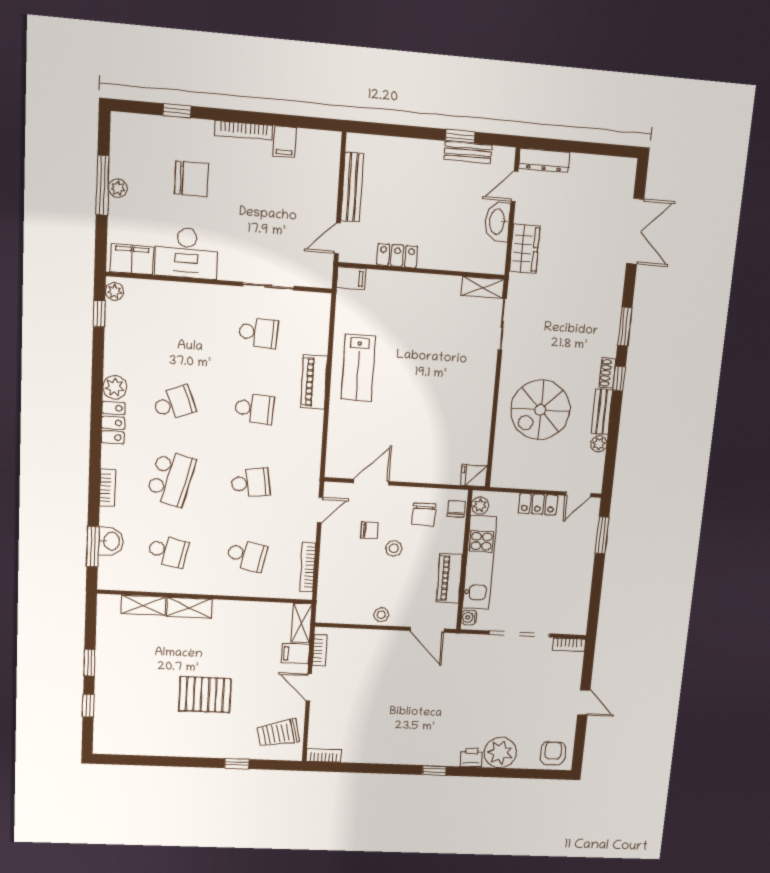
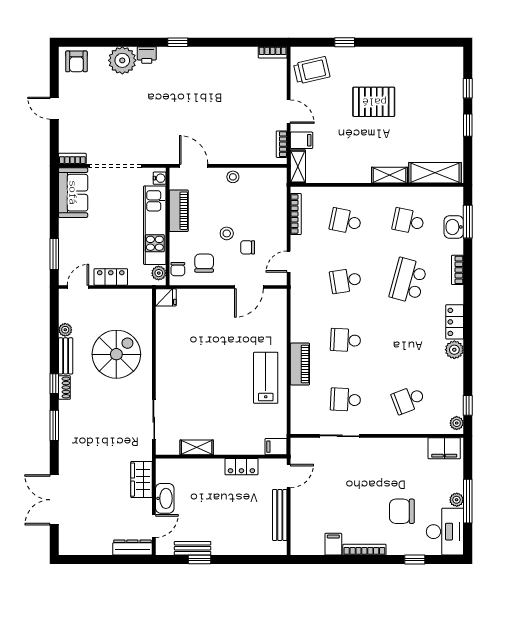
desk: (187, 253) -> (445, 532), moved, turned 90
shelving: (483, 287) -> (197, 447), moved
school desk: (174, 403) -> (408, 400), moved
shelving: (144, 605) -> (435, 173), width x1.50, depth x1.33
sofa: (572, 606) -> (73, 193), added

